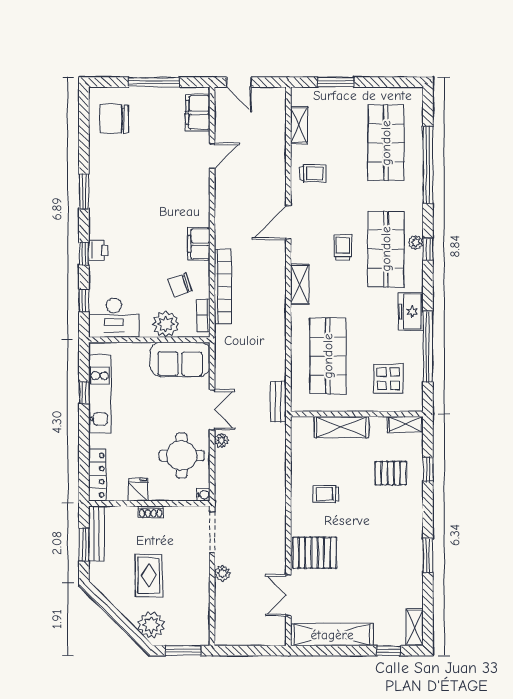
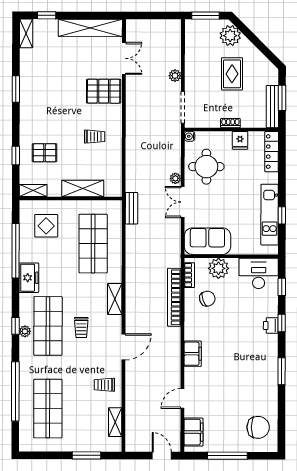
filing cabinet: (199, 244) -> (193, 354), moved

